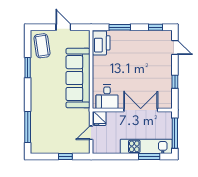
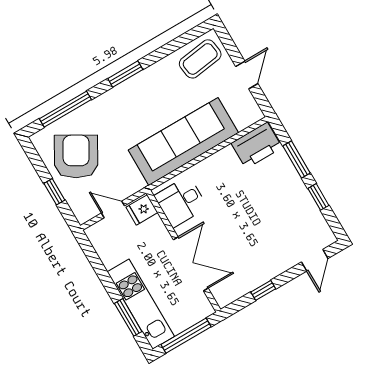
window: (156, 27) -> (318, 197), moved
window: (28, 68) -> (125, 74), moved
armchair: (54, 136) -> (76, 156), added

